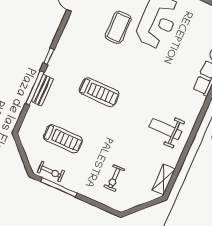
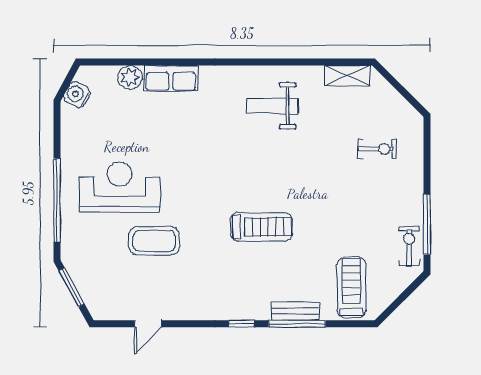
treadmill: (99, 92) -> (261, 227), turned 90
weight bench: (165, 129) -> (272, 106), turned 90
treadmill: (63, 139) -> (351, 287), moved

